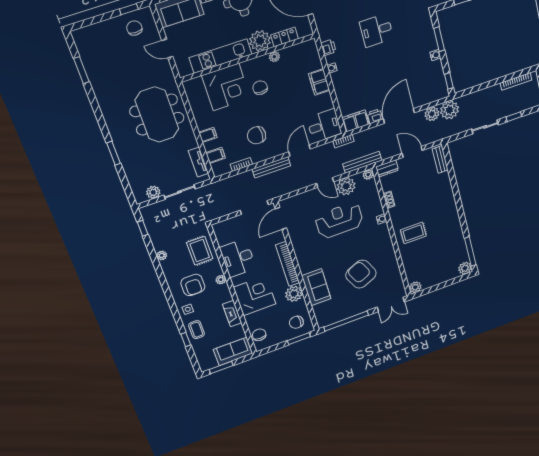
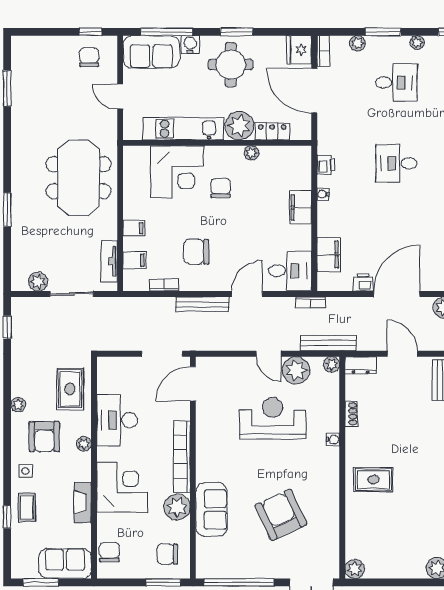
filing cabinet: (356, 121) -> (329, 254), moved, turned 90
plant: (162, 255) -> (18, 405), moved

